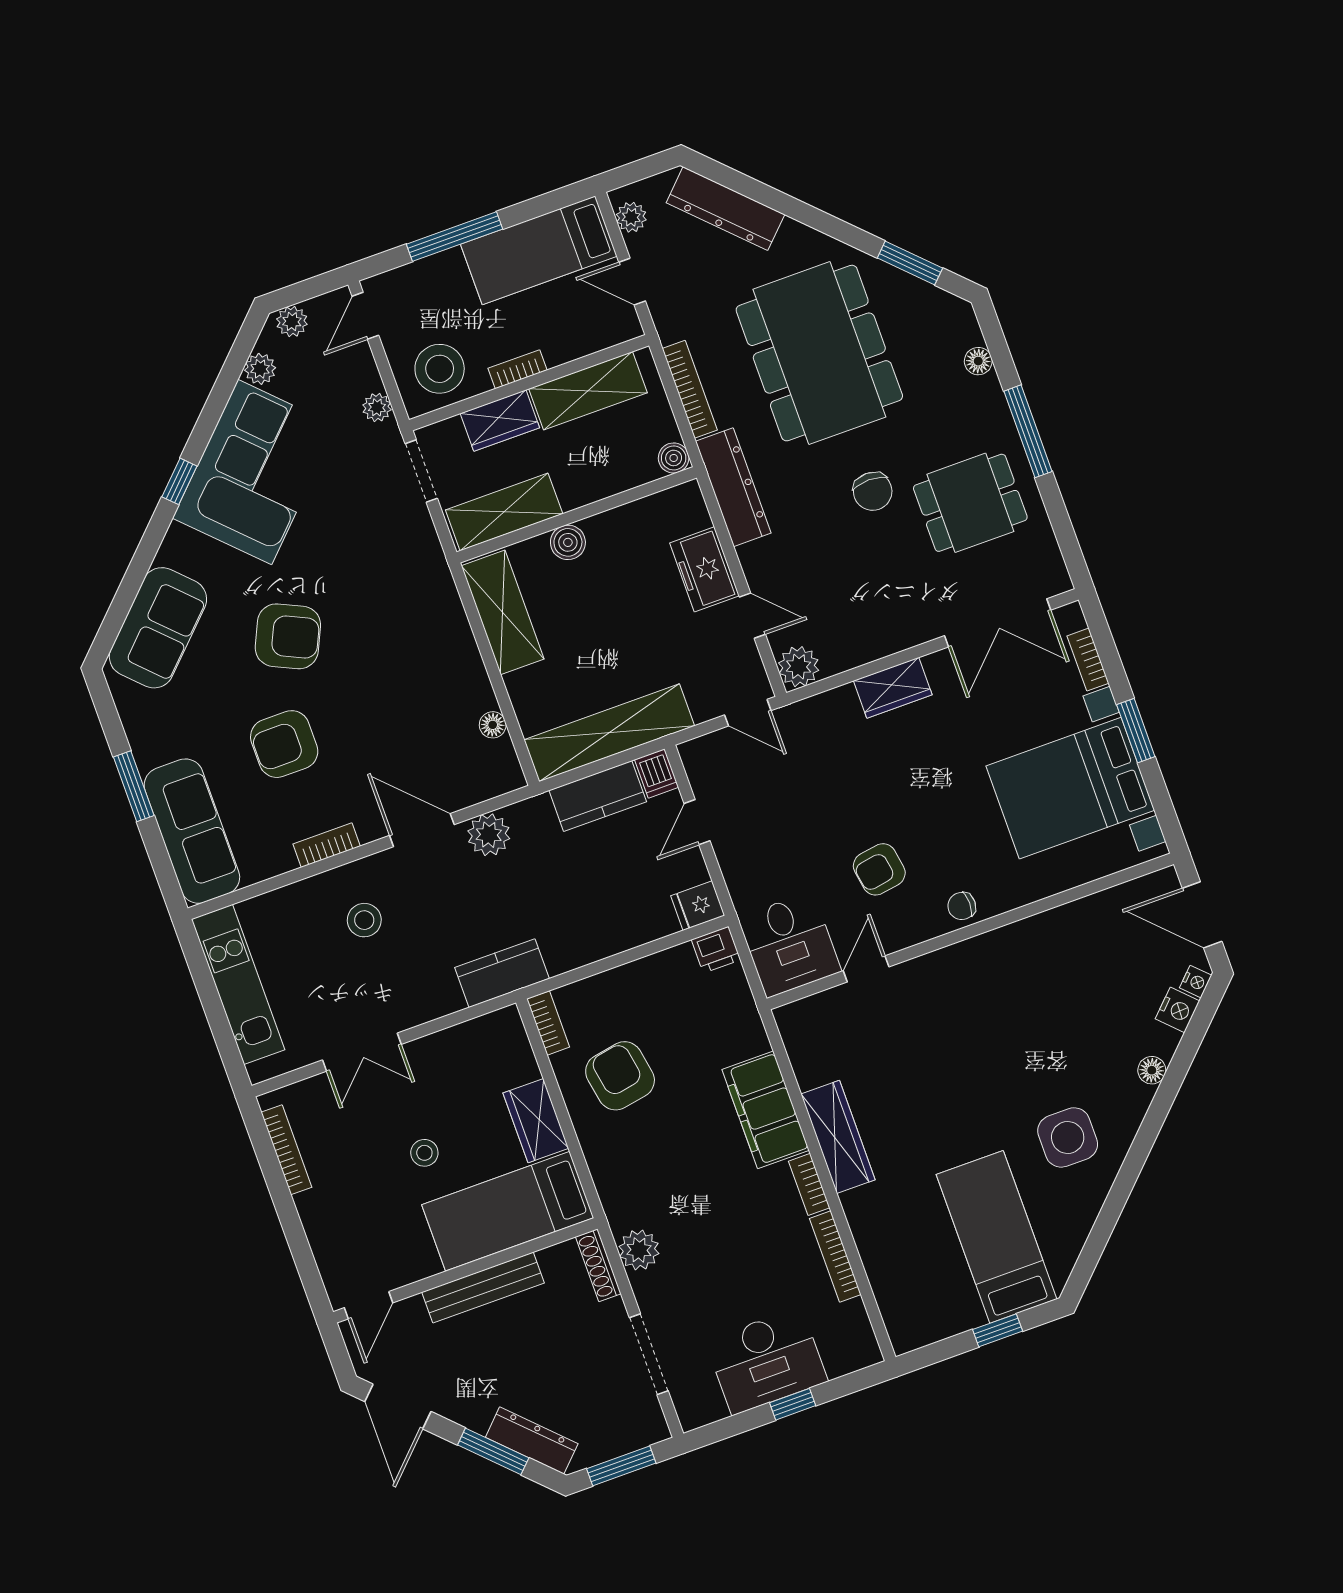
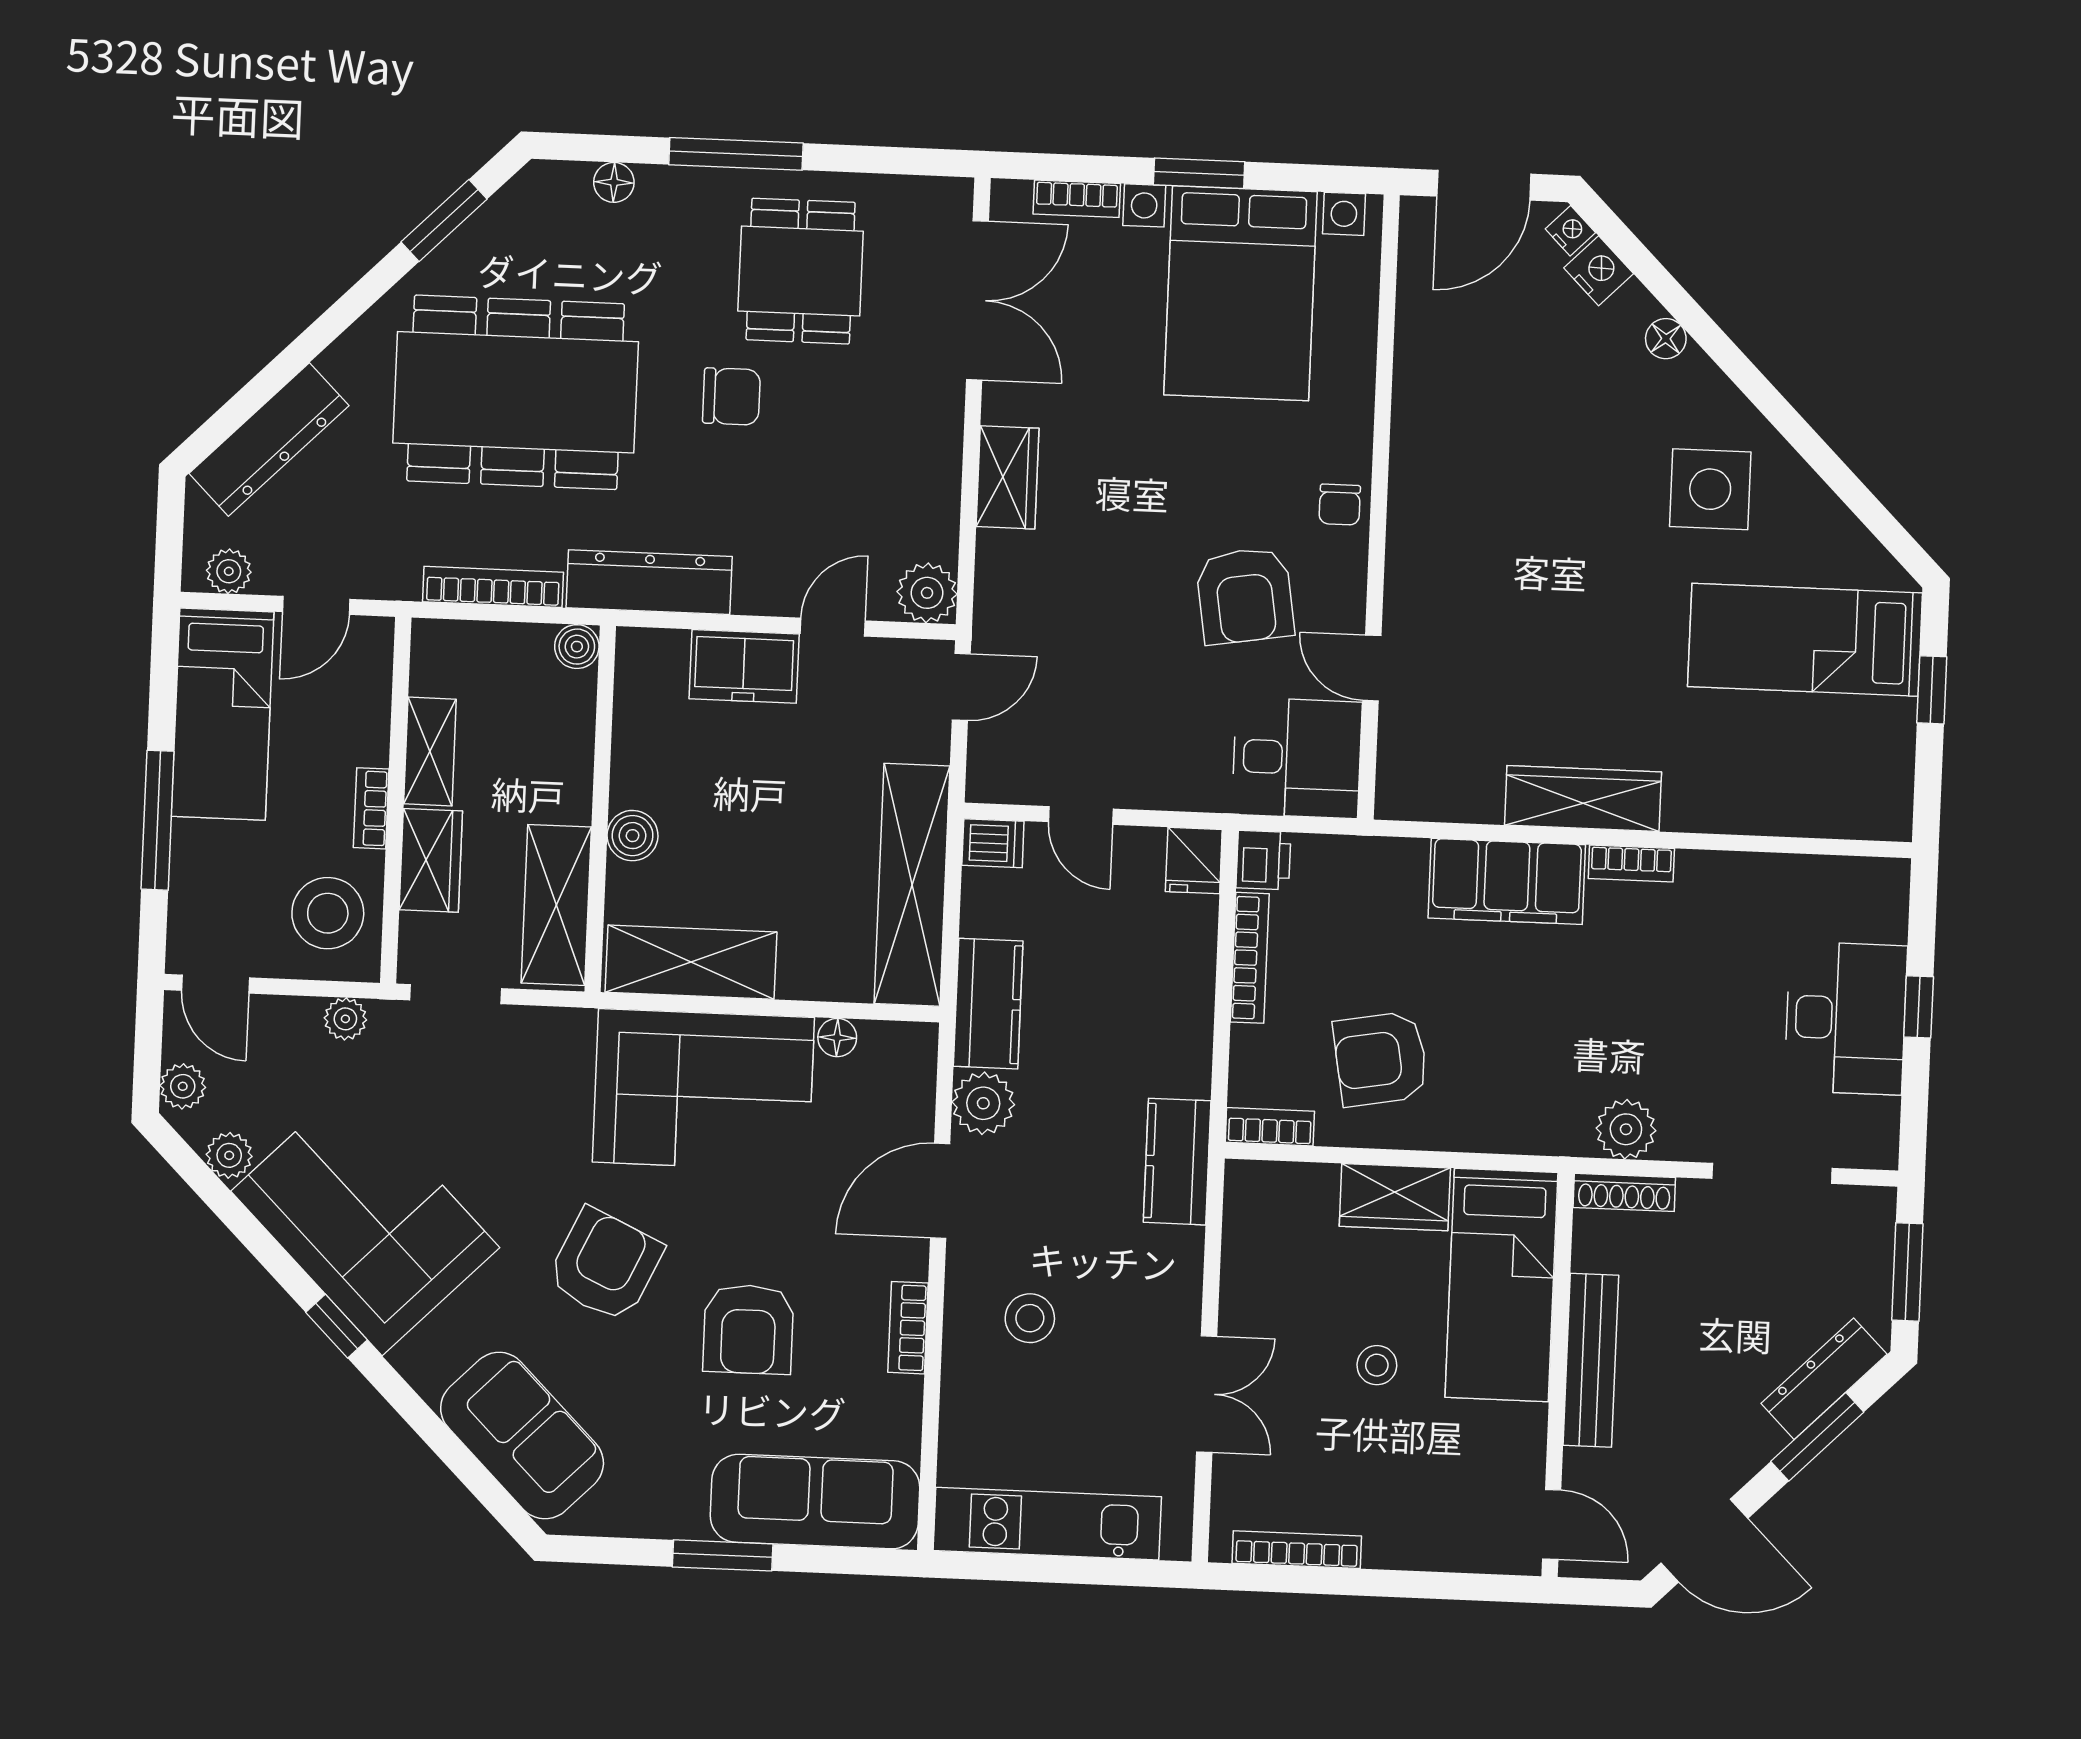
shelving: (588, 391) -> (430, 751), width x0.67, depth x0.75
corner sofa: (425, 653) -> (703, 1090), added
kitchen counter: (598, 796) -> (988, 1004), moved
armchair: (879, 869) -> (1245, 596), width x1.38, depth x1.38
bookcase: (835, 1256) -> (1250, 958), moved, turned -90

